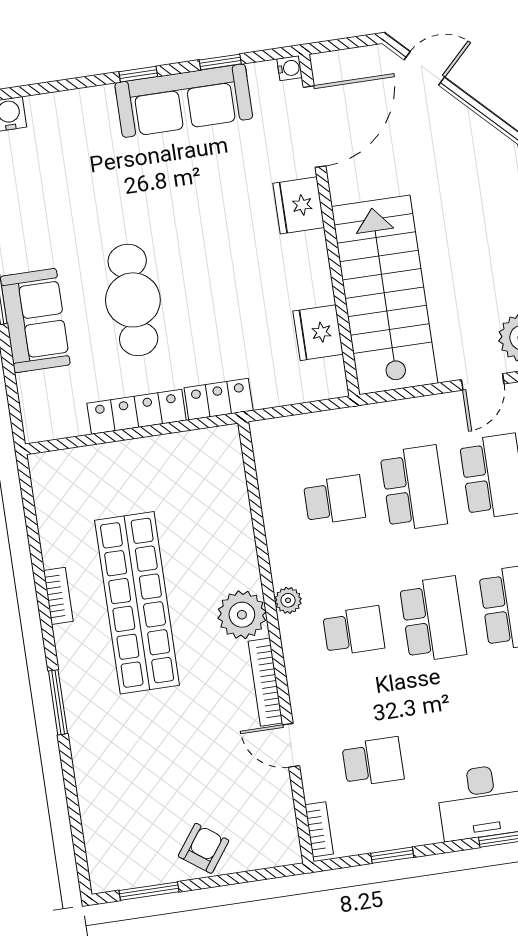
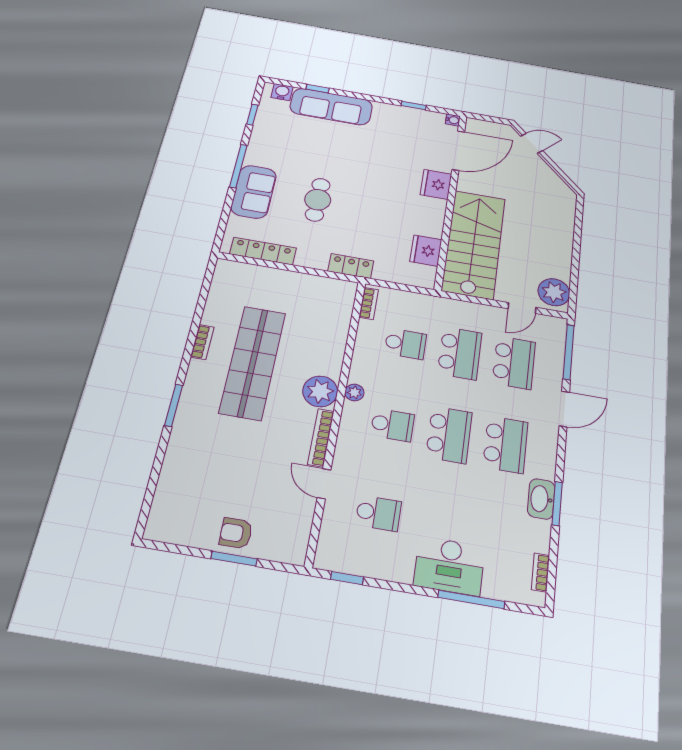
window: (138, 74) -> (318, 89), moved
sofa: (184, 101) -> (331, 107), moved
cafe table: (133, 300) -> (318, 200), width x0.73, depth x0.74
locker: (137, 412) -> (263, 251), moved
bookcase: (319, 829) -> (369, 303), moved
armchair: (204, 848) -> (236, 533), turned -127
window: (392, 855) -> (347, 578), moved
window: (149, 891) -> (234, 559), moved

